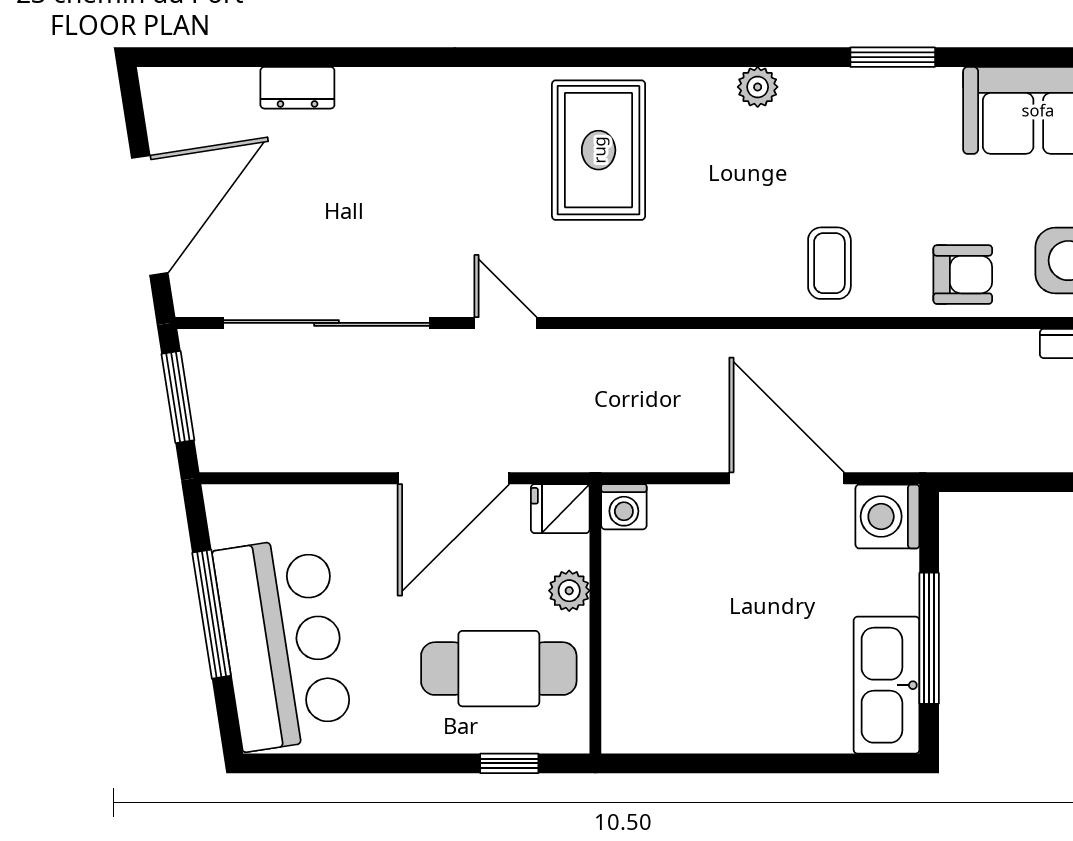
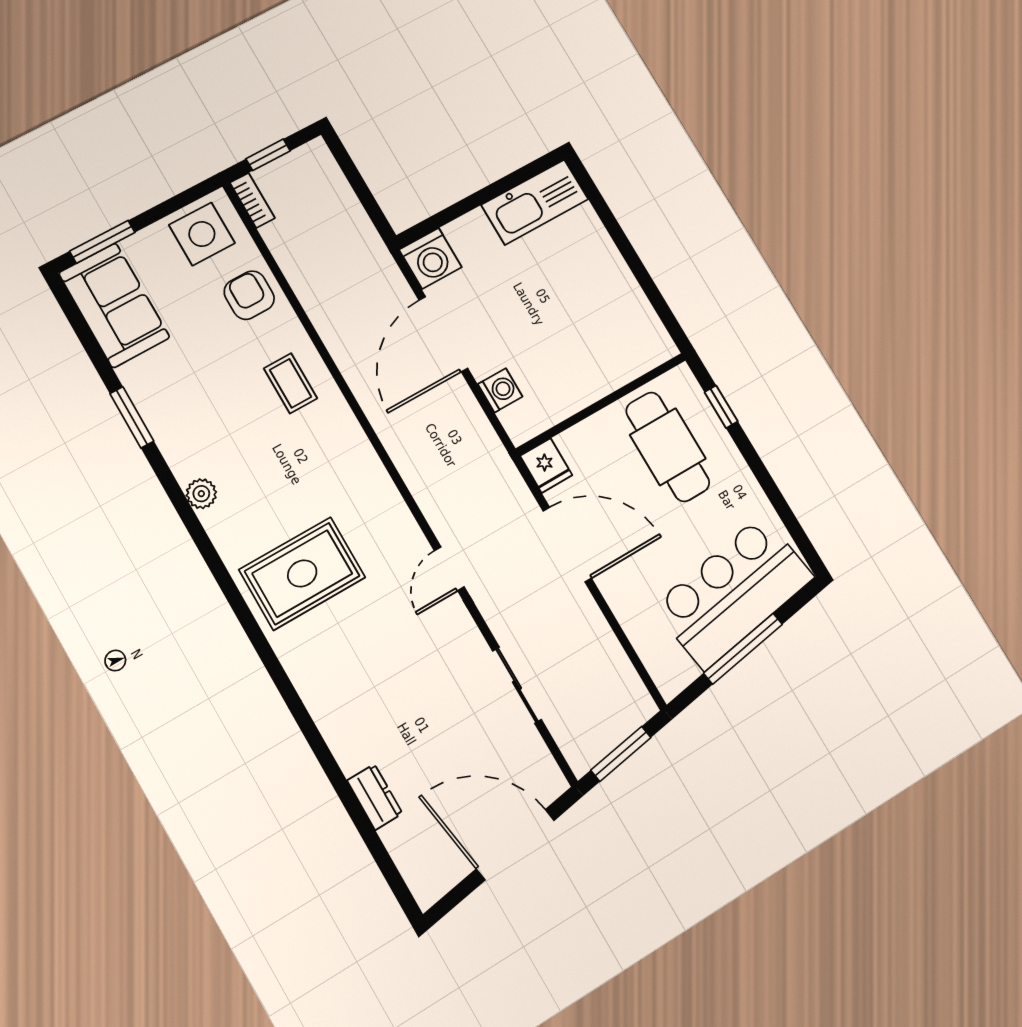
coffee table: (829, 263) -> (291, 383), turned 90
sliding door: (327, 323) -> (517, 685), width x0.54
washing machine: (624, 507) -> (500, 390), moved
plant: (569, 591) -> (594, 430), removed
window: (929, 638) -> (491, 192), removed

